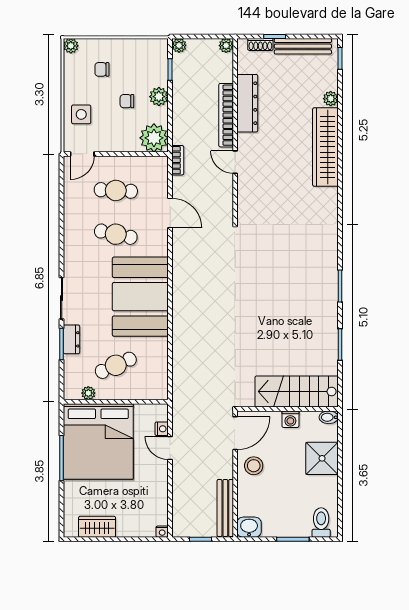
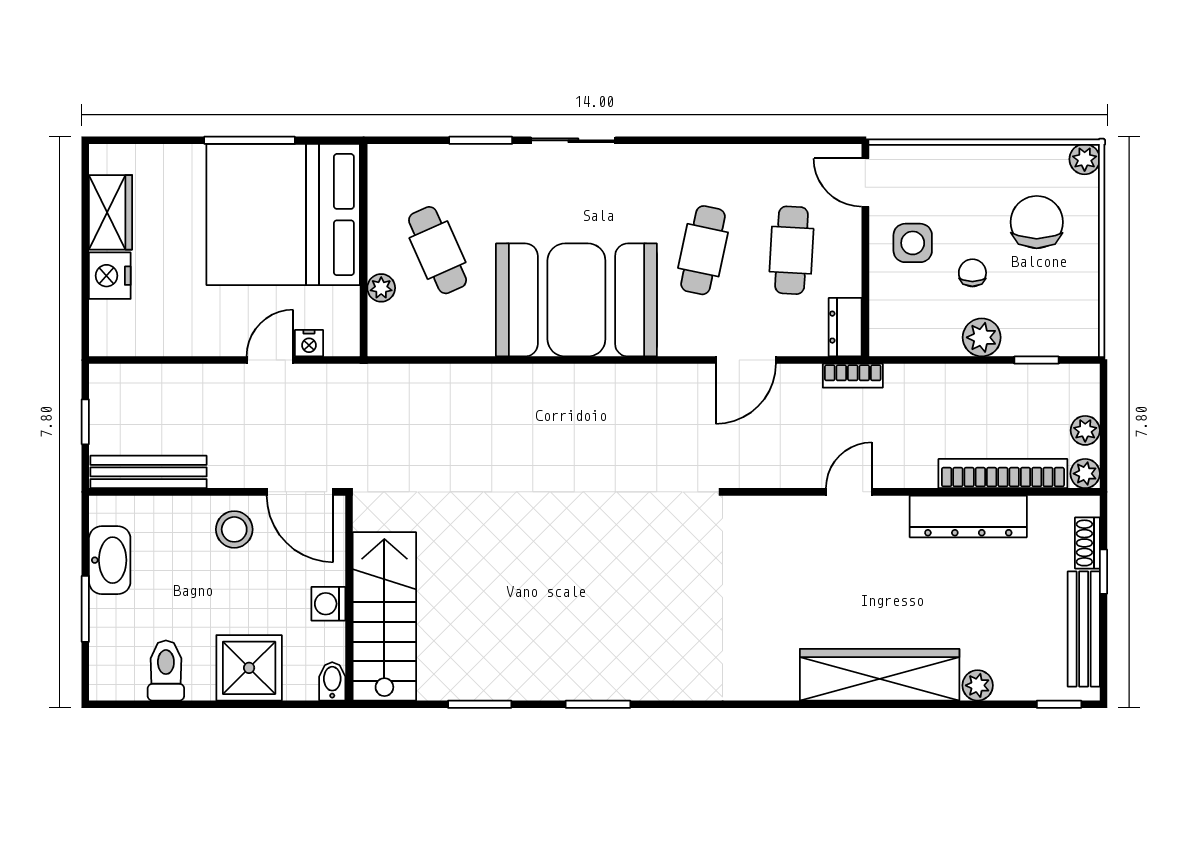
plant: (179, 45) -> (1085, 430), moved
chair: (102, 69) -> (1037, 222), width x1.87, depth x1.87
side table: (81, 114) -> (913, 243), moved
bookcase: (226, 115) -> (1003, 474), moved
plant: (154, 138) -> (898, 327), removed
dresser: (71, 339) -> (845, 327), moved, turned 90
plant: (88, 393) -> (381, 288), moved
toilet: (321, 523) -> (166, 670), moved, turned -90
washbasin: (249, 527) -> (110, 560), moved, width x1.38
nightstand: (162, 532) -> (110, 276), moved, width x1.89, depth x1.79

